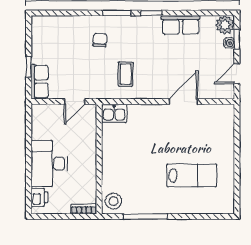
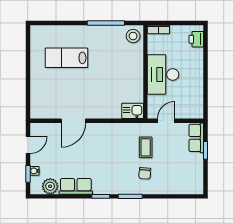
plant: (225, 25) -> (50, 186), moved
coffee table: (126, 74) -> (146, 147), moved
desk: (49, 164) -> (163, 74), moved, turned 180

